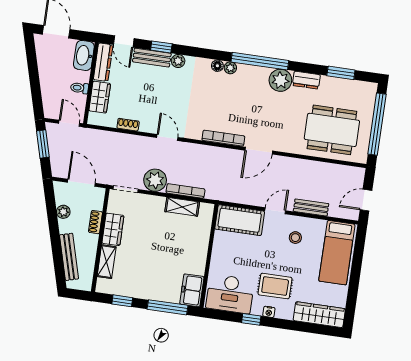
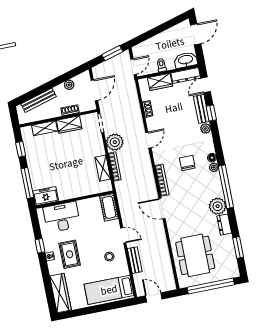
chair: (213, 99) -> (187, 163), added
cot: (240, 220) -> (109, 207), width x0.73, depth x0.75
desk: (230, 294) -> (62, 217), moved, turned 90

